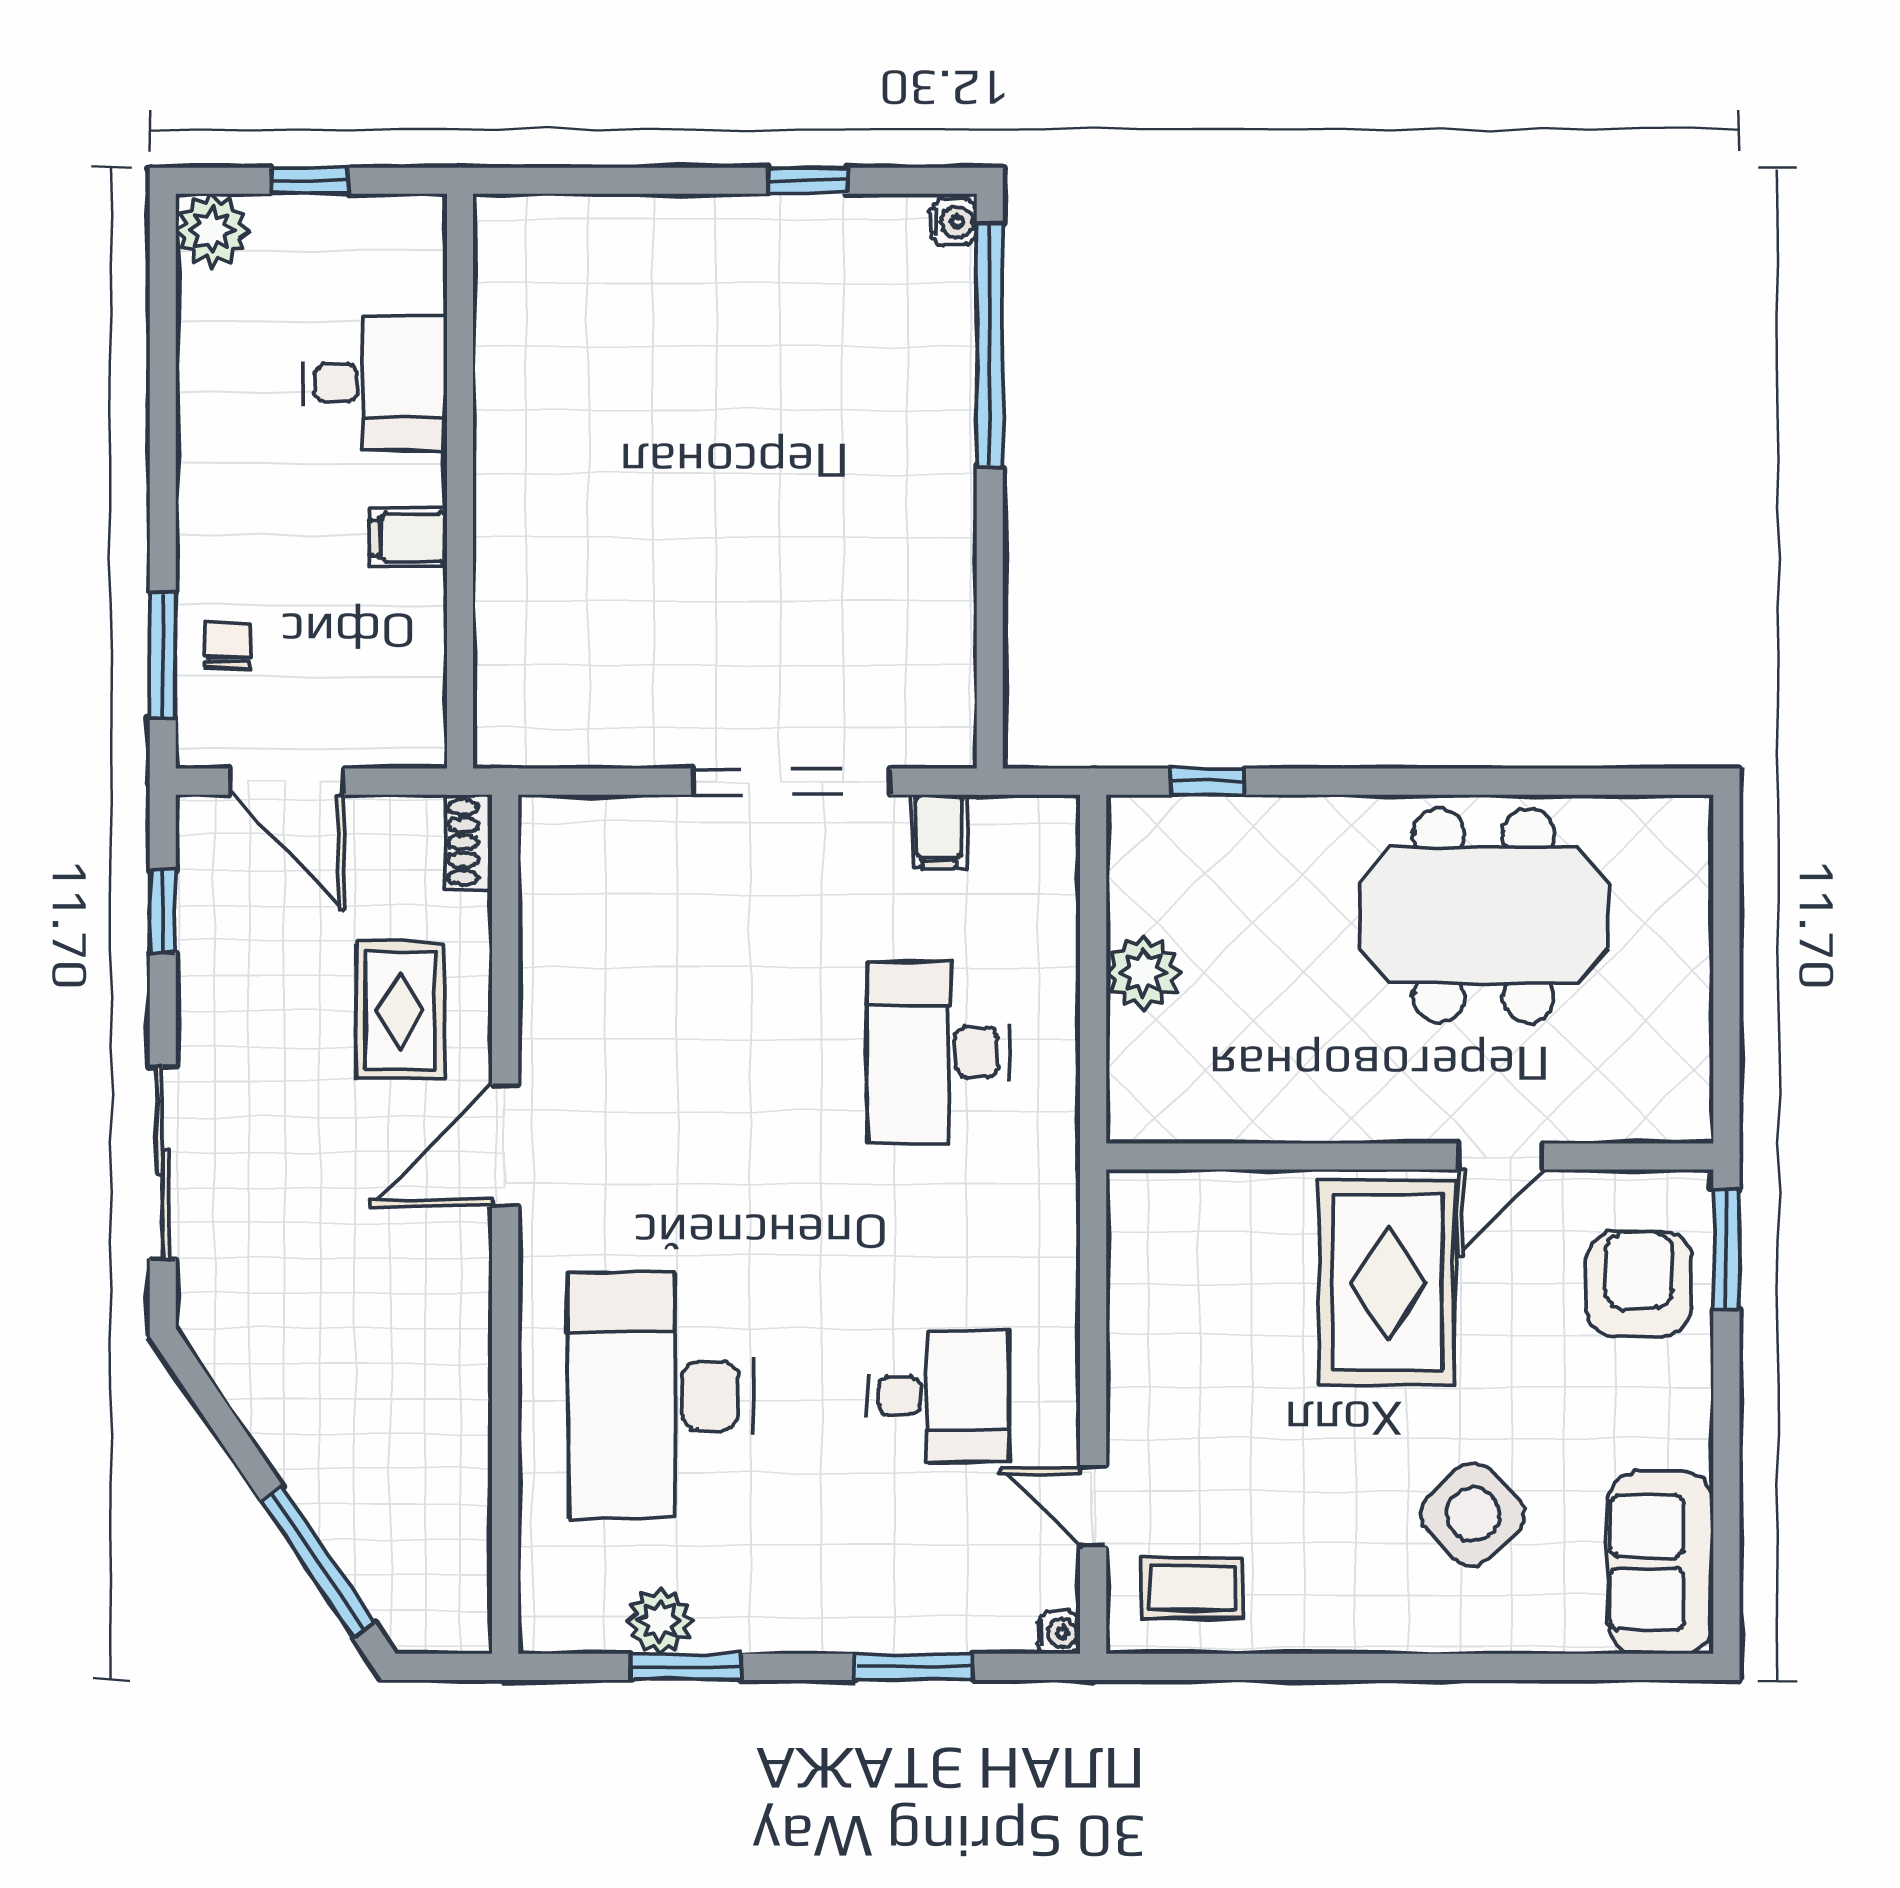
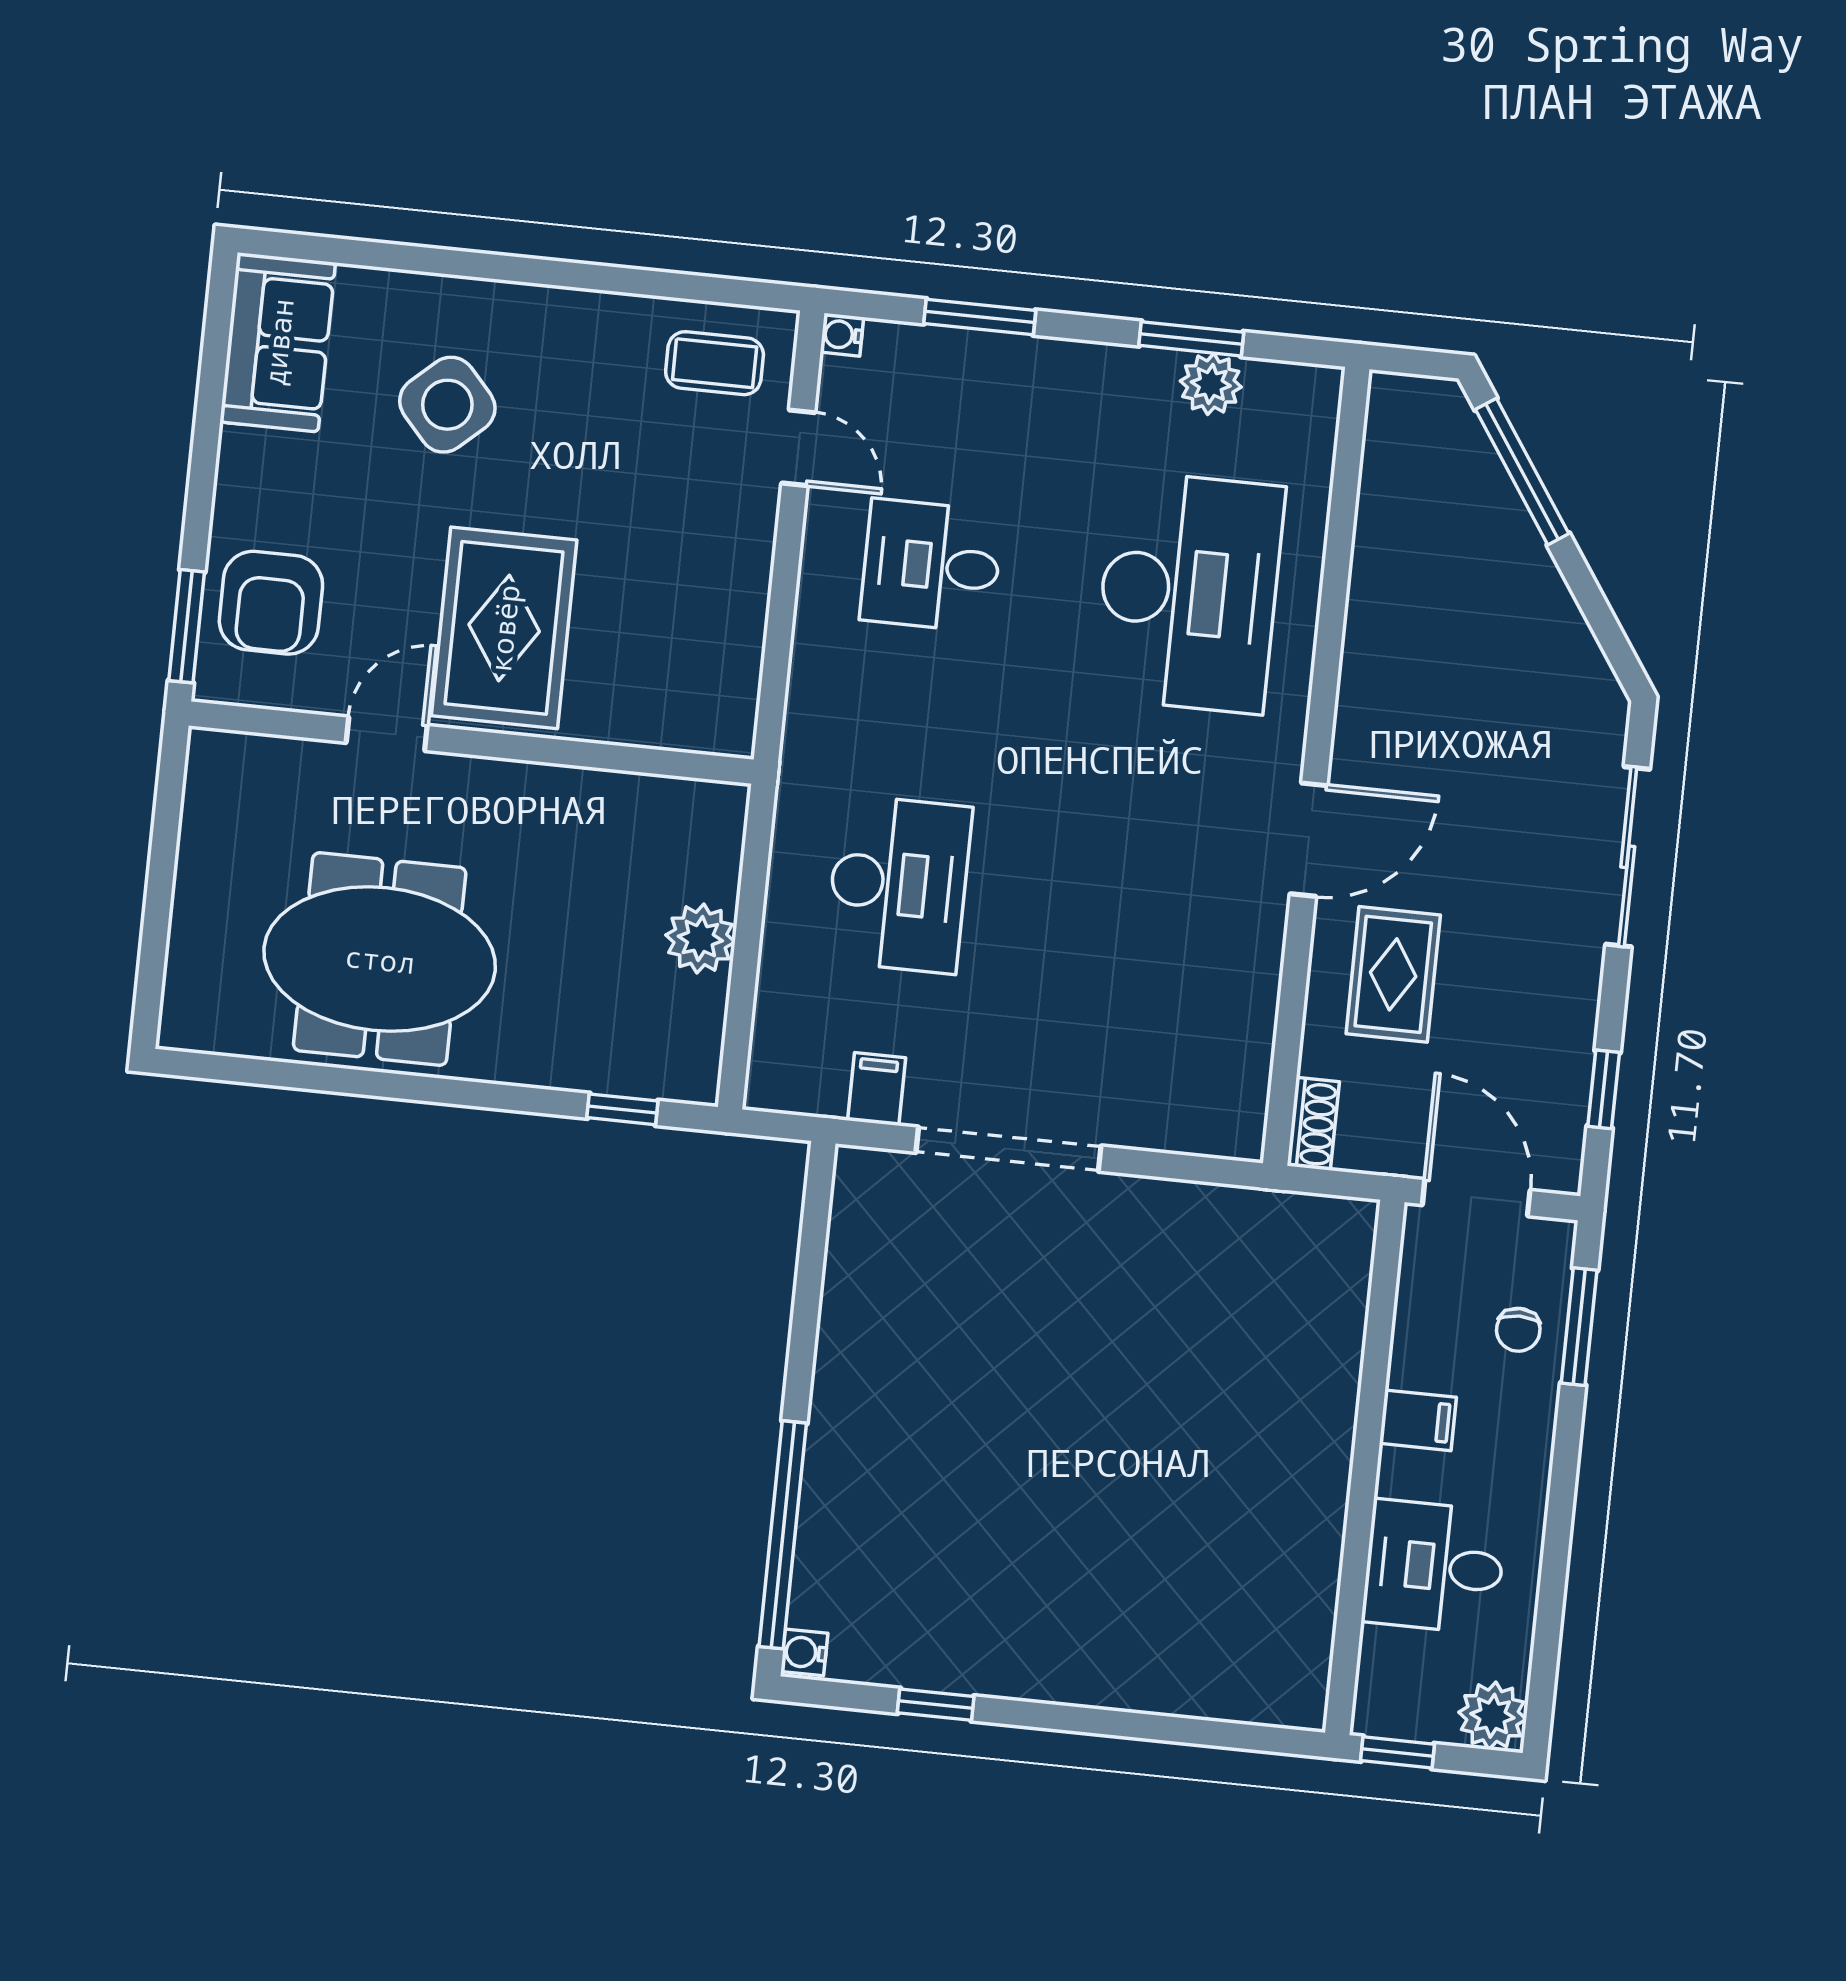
desk: (375, 383) -> (1434, 1567), moved
wall: (460, 481) -> (1365, 1468), moved
filing cabinet: (408, 537) -> (1418, 1420), moved

